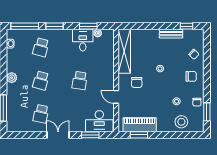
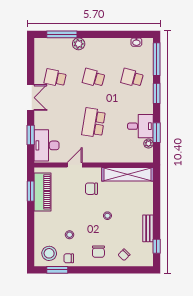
plant: (12, 78) -> (79, 44), moved
school desk: (80, 81) -> (94, 123), width x1.85
stool: (181, 122) -> (49, 253), moved

